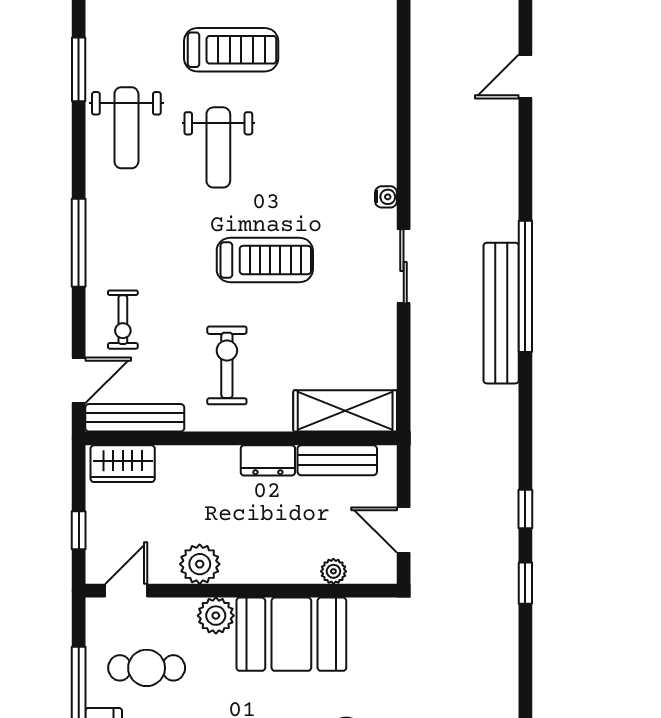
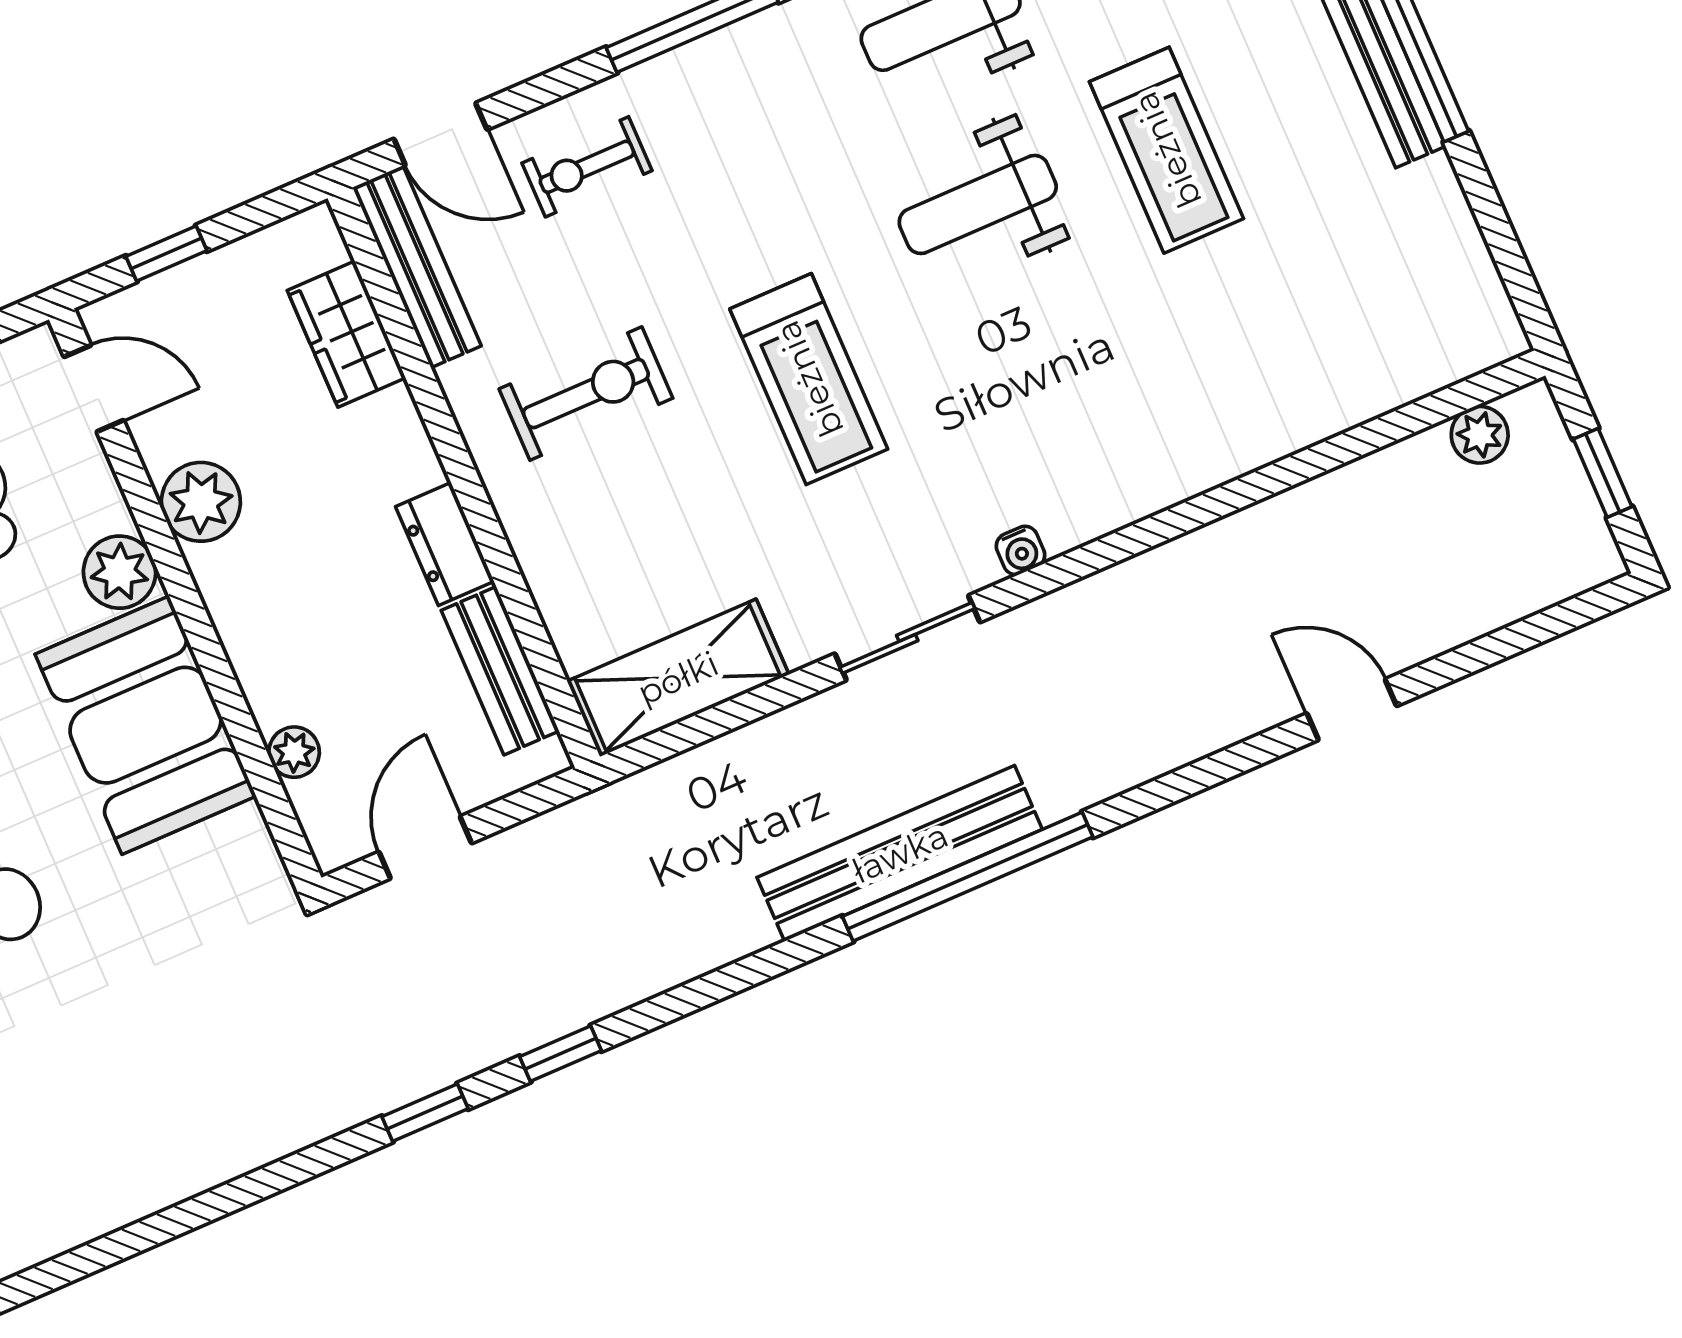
shelving: (345, 411) -> (678, 678), moved, turned 90
wardrobe: (123, 464) -> (346, 334), moved

